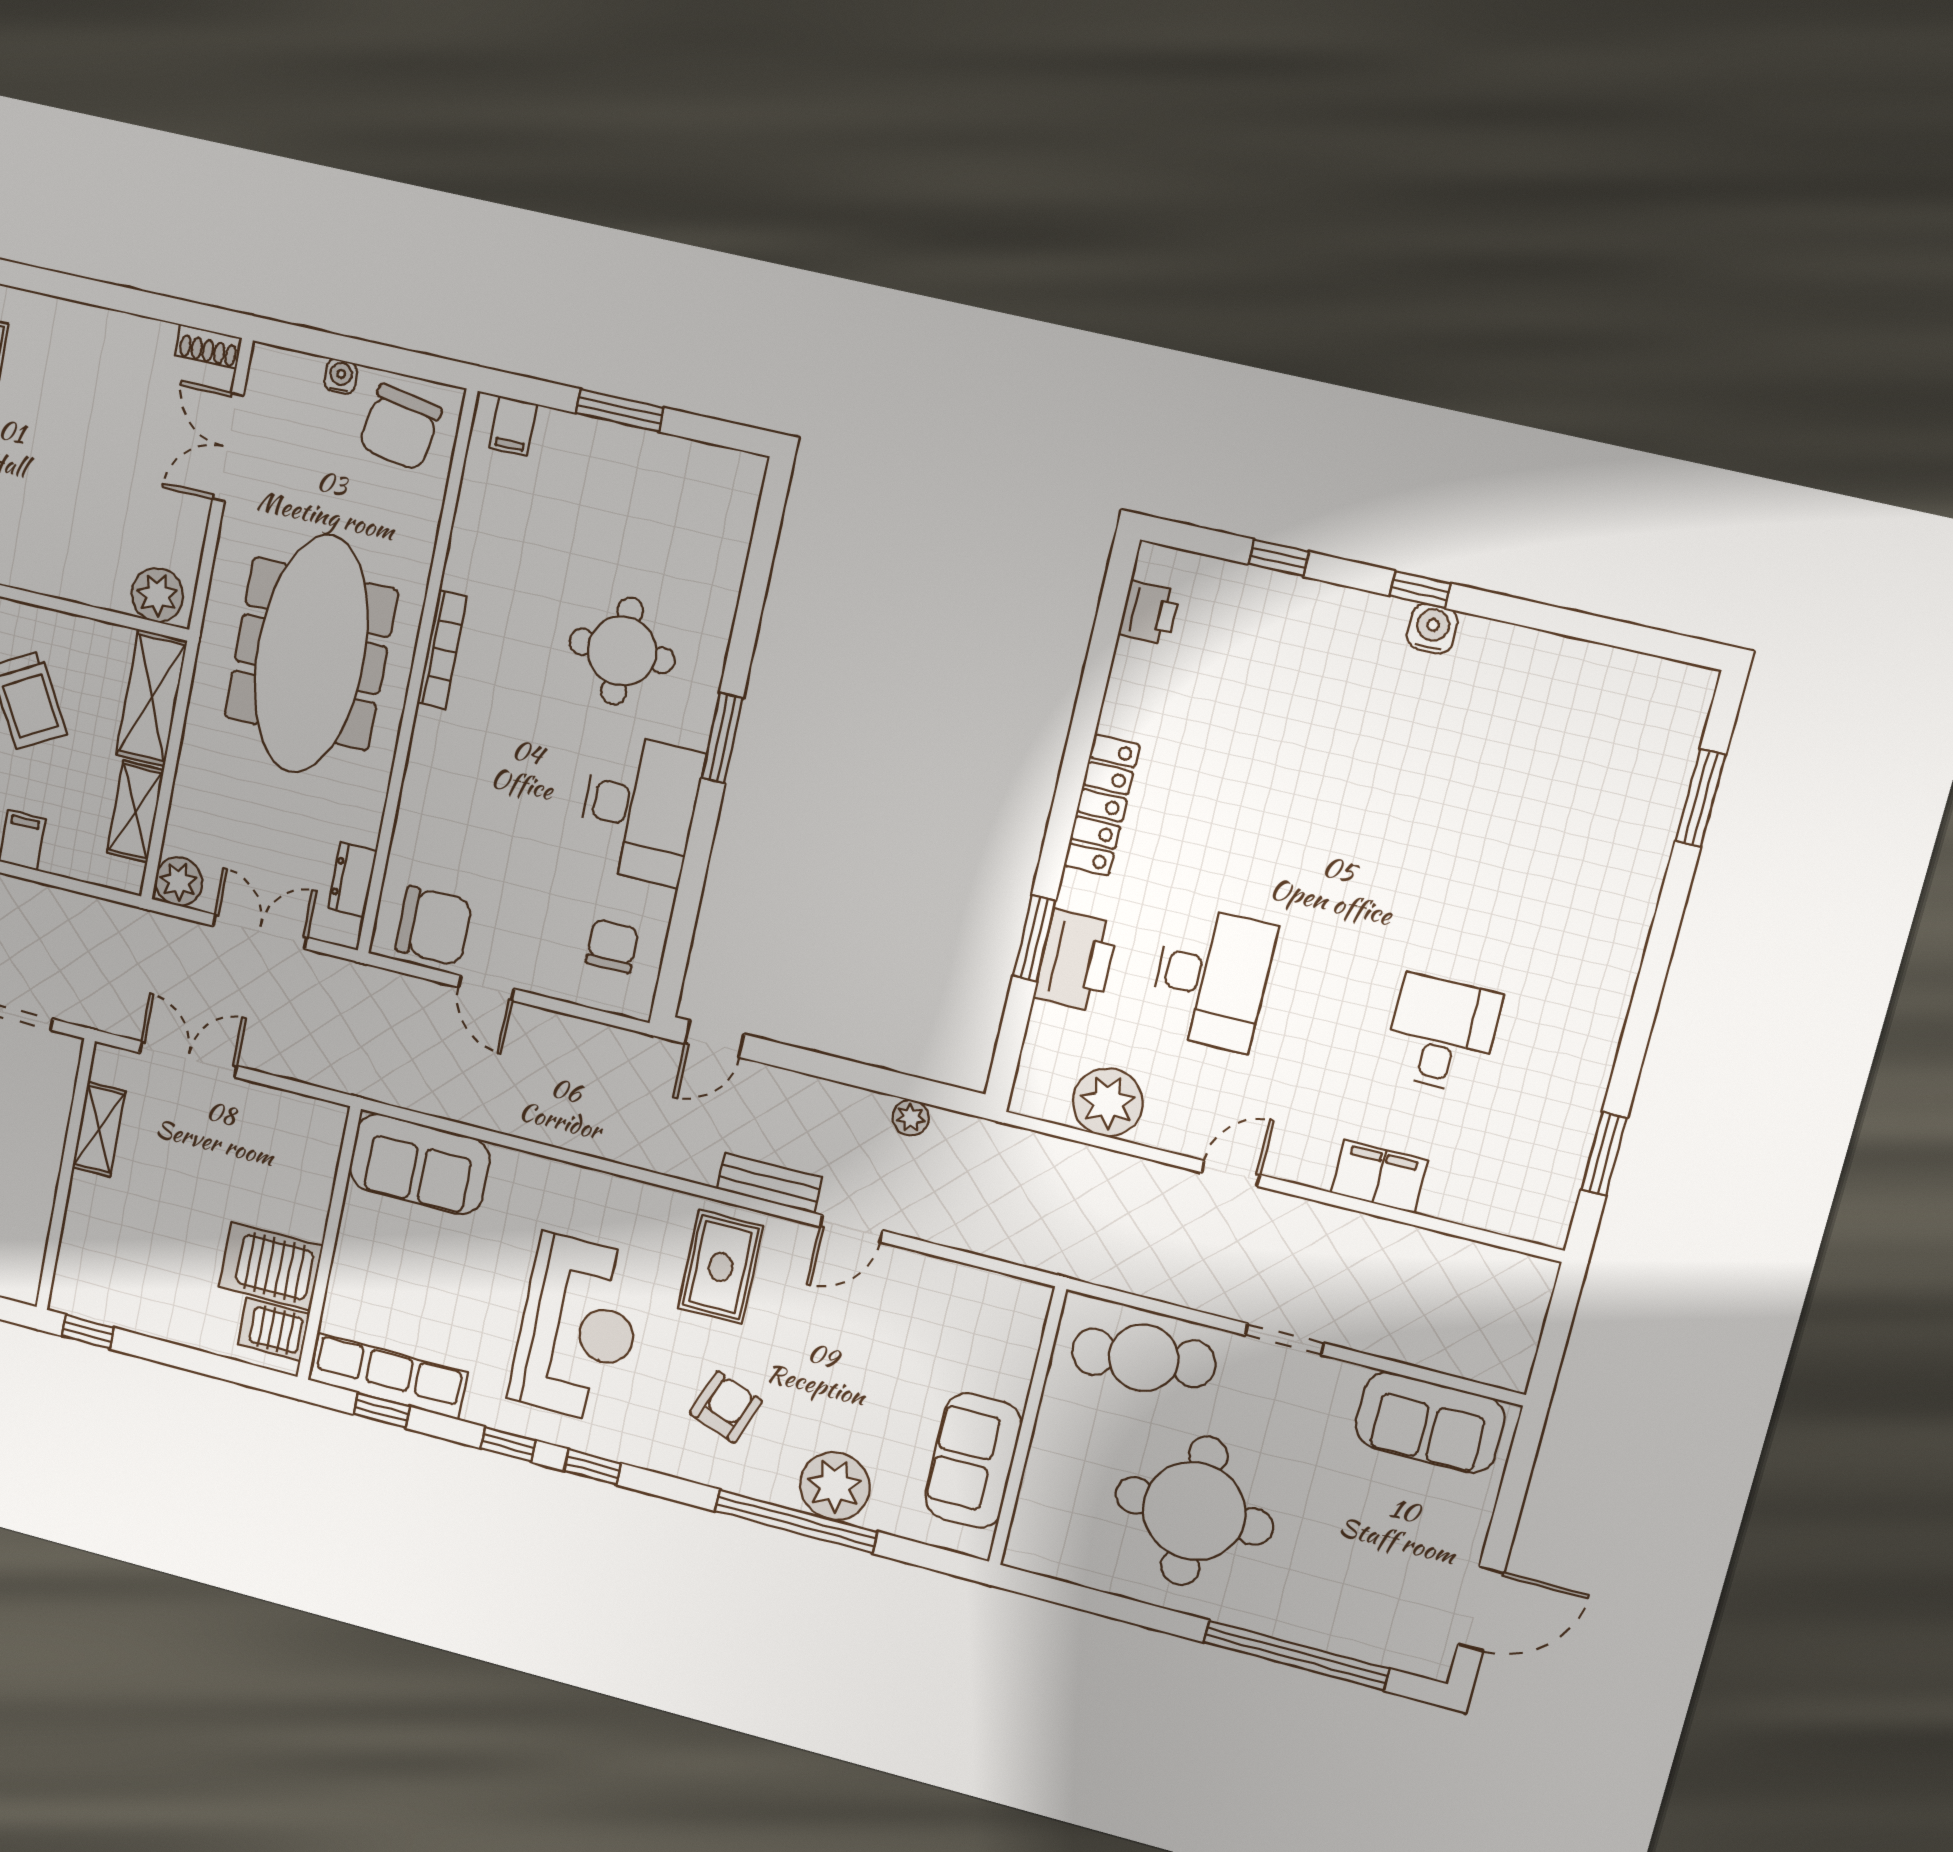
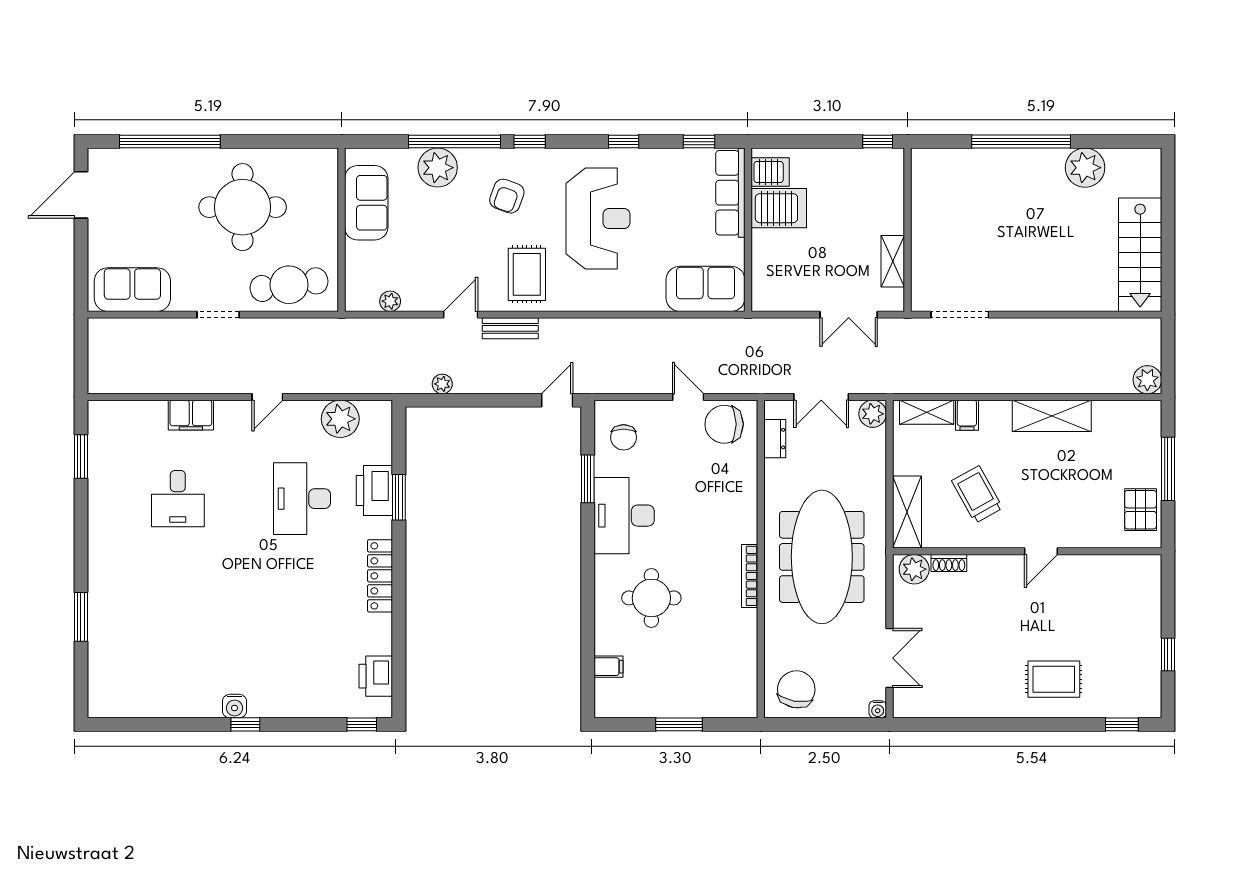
shoe rack: (209, 347) -> (949, 563), moved, turned 180
water cooler: (341, 376) -> (878, 709), moved
filing cabinet: (513, 426) -> (608, 667), moved, turned 90
window: (1279, 558) -> (362, 724), moved
printer: (1149, 613) -> (376, 676), width x1.36, depth x1.24
window: (722, 738) -> (588, 479), moved
window: (1700, 798) -> (81, 617), moved
shelving: (135, 811) -> (927, 412), moved, turned 90
plant: (970, 1283) -> (390, 301), added
reception desk: (578, 1329) -> (598, 219), turned 180
row of seats: (388, 1376) -> (730, 193), moved, turned 90
window: (592, 1467) -> (530, 142), moved

